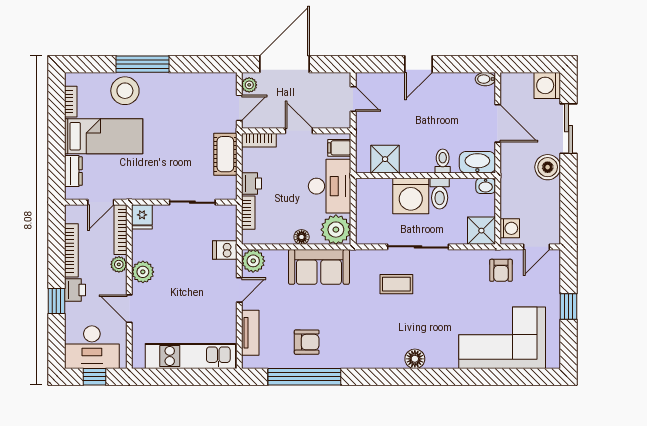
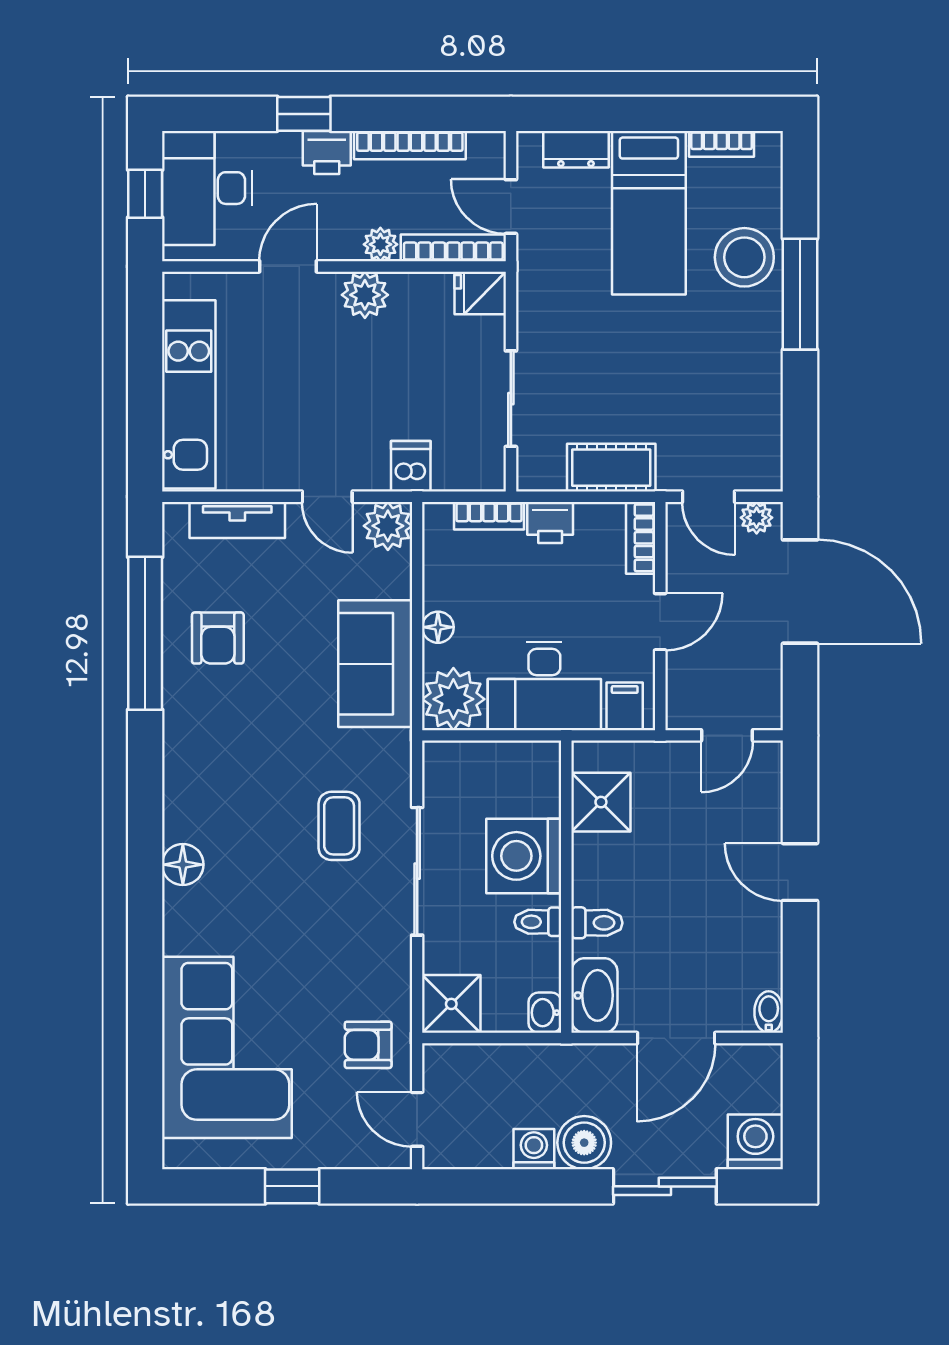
toilet: (440, 194) -> (538, 922), width x0.73, depth x0.72
washing machine: (510, 228) -> (534, 1149), moved, turned 180

